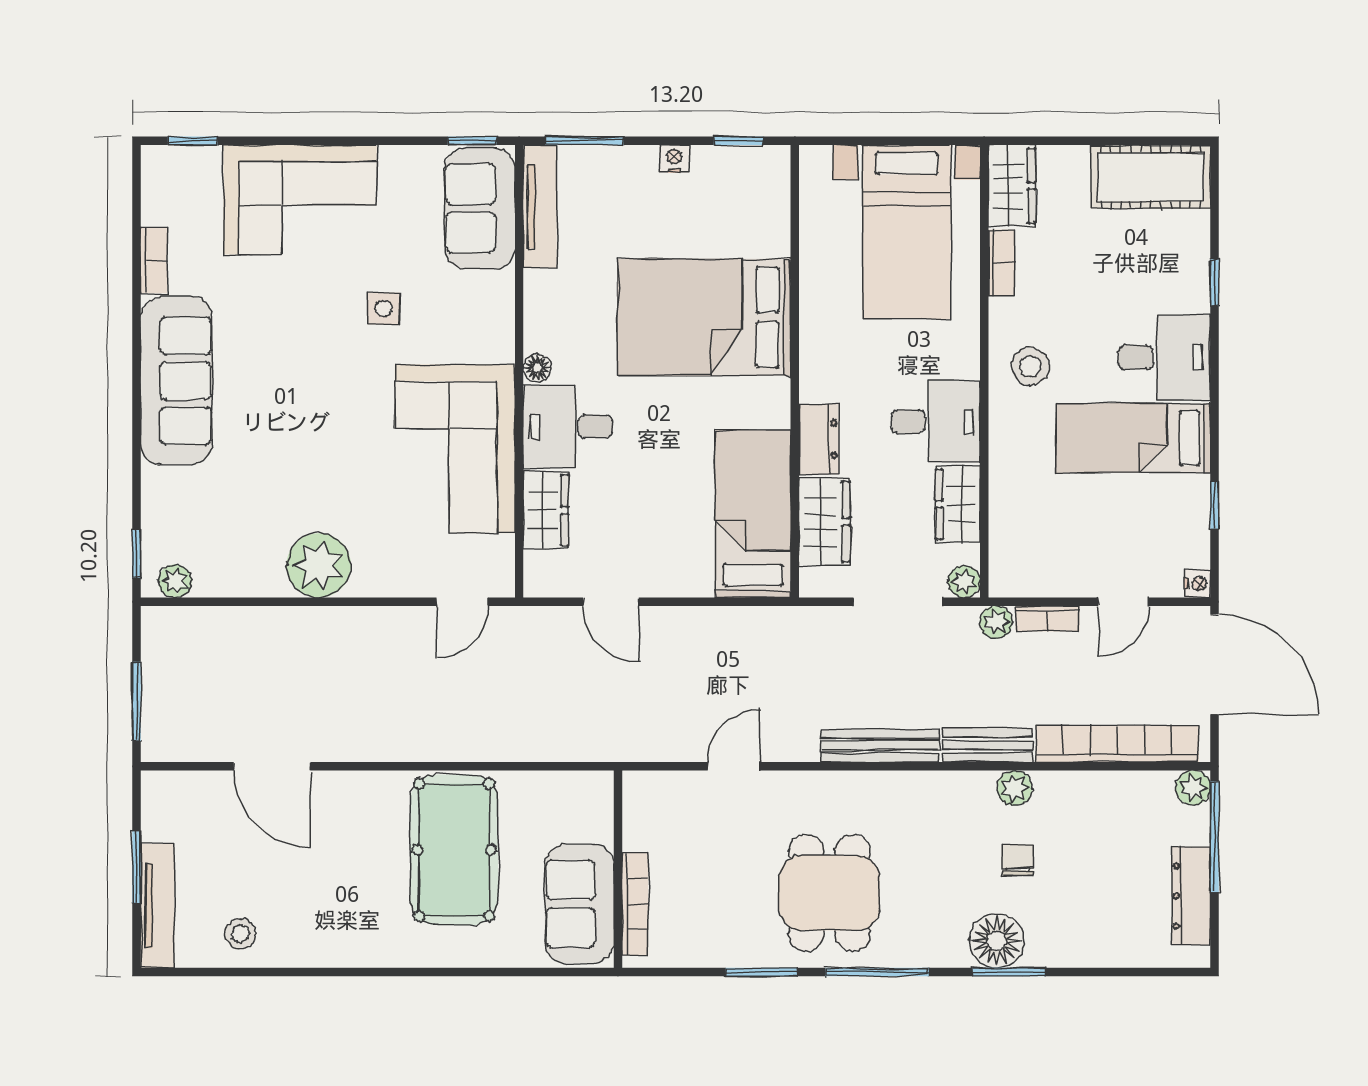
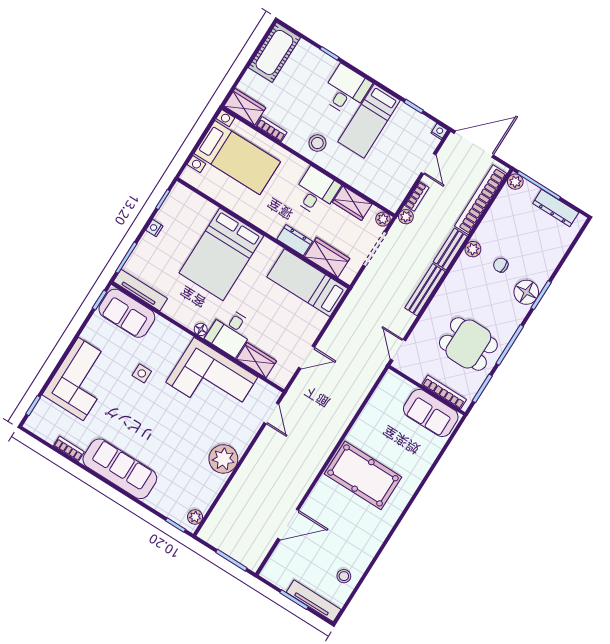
wall: (618, 869) -> (427, 390), moved
sofa: (579, 904) -> (431, 413), moved
bookcase: (635, 904) -> (444, 392), moved

